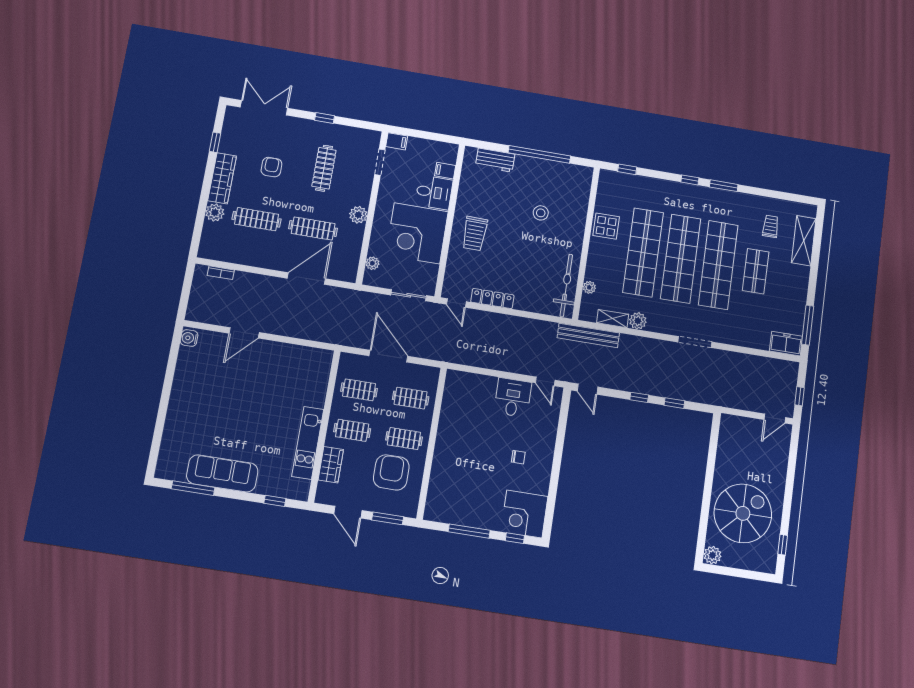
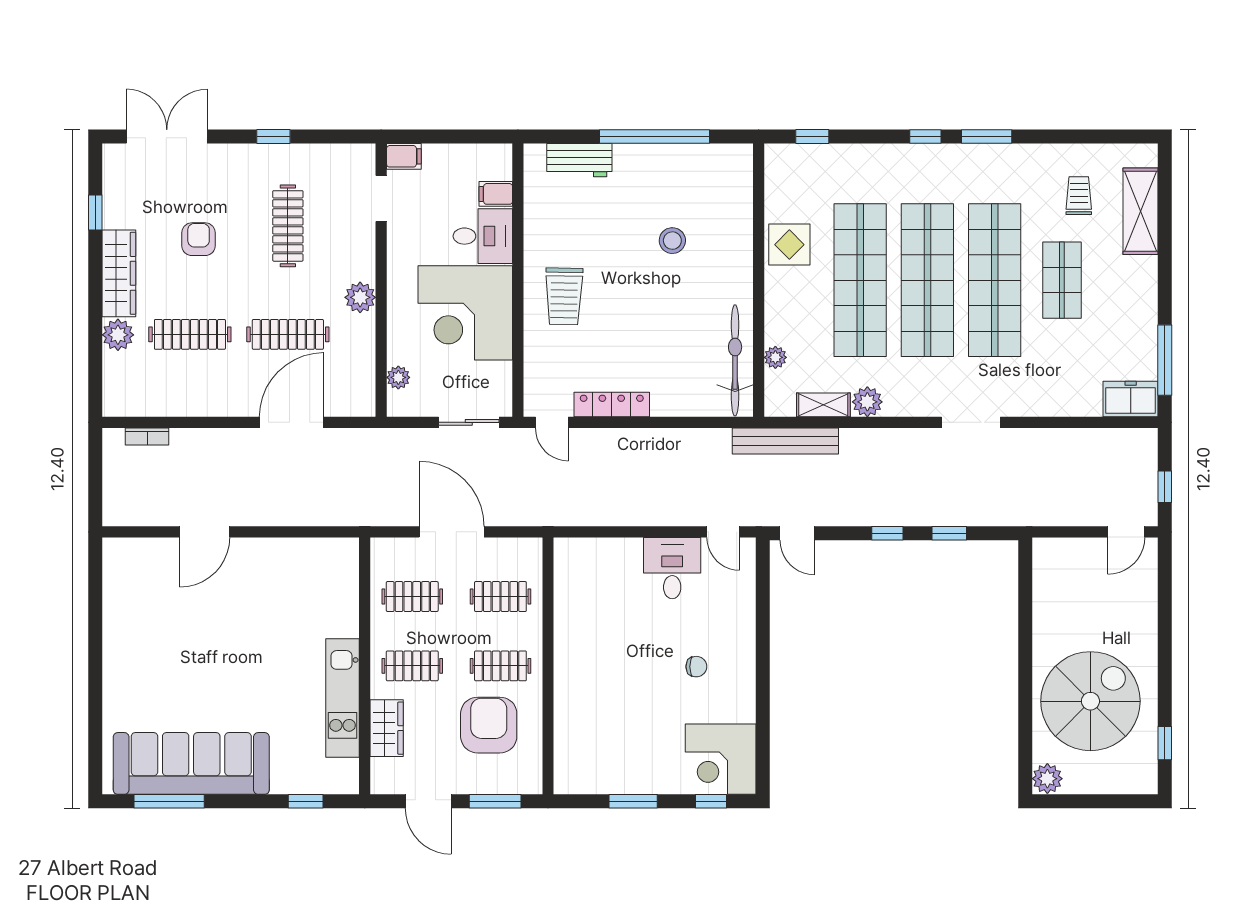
water cooler: (189, 338) -> (116, 555), removed
sofa: (222, 473) -> (191, 763), width x1.36, depth x1.27
window: (469, 531) -> (633, 801), width x0.69

